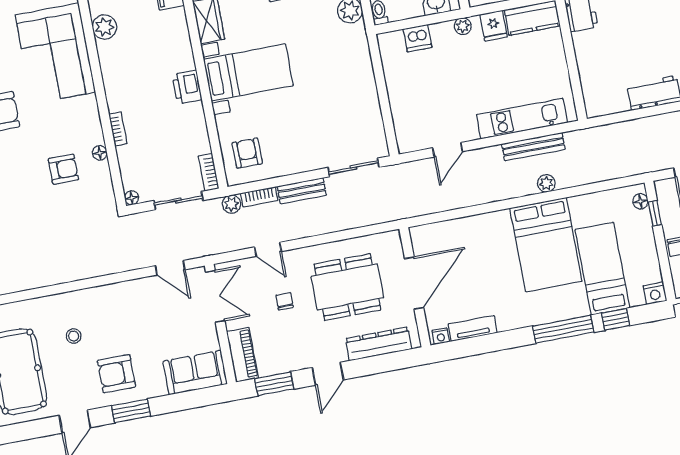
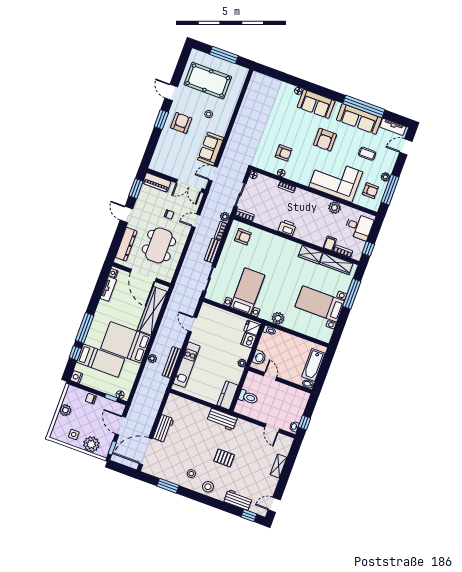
fridge: (494, 26) -> (252, 328), moved
bed with nightstands: (248, 72) -> (248, 291), moved, turned 180
armchair: (63, 169) -> (284, 153), turned -90
wardrobe: (465, 232) -> (152, 311), added
sofa: (195, 373) -> (211, 149), moved, turned 180

